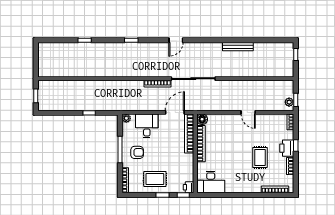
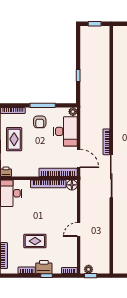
desk: (147, 126) -> (65, 131), width x1.37

